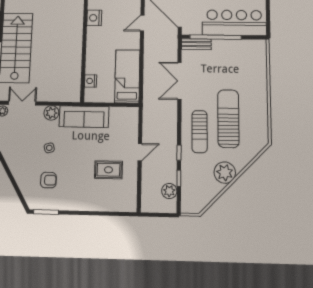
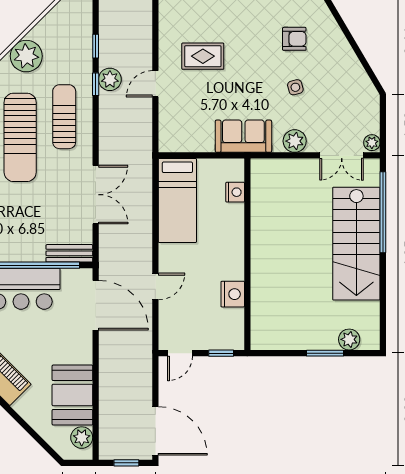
sofa: (84, 117) -> (243, 136), width x0.73
armchair: (48, 180) -> (294, 39), turned 180
plant: (169, 191) -> (110, 79), moved

